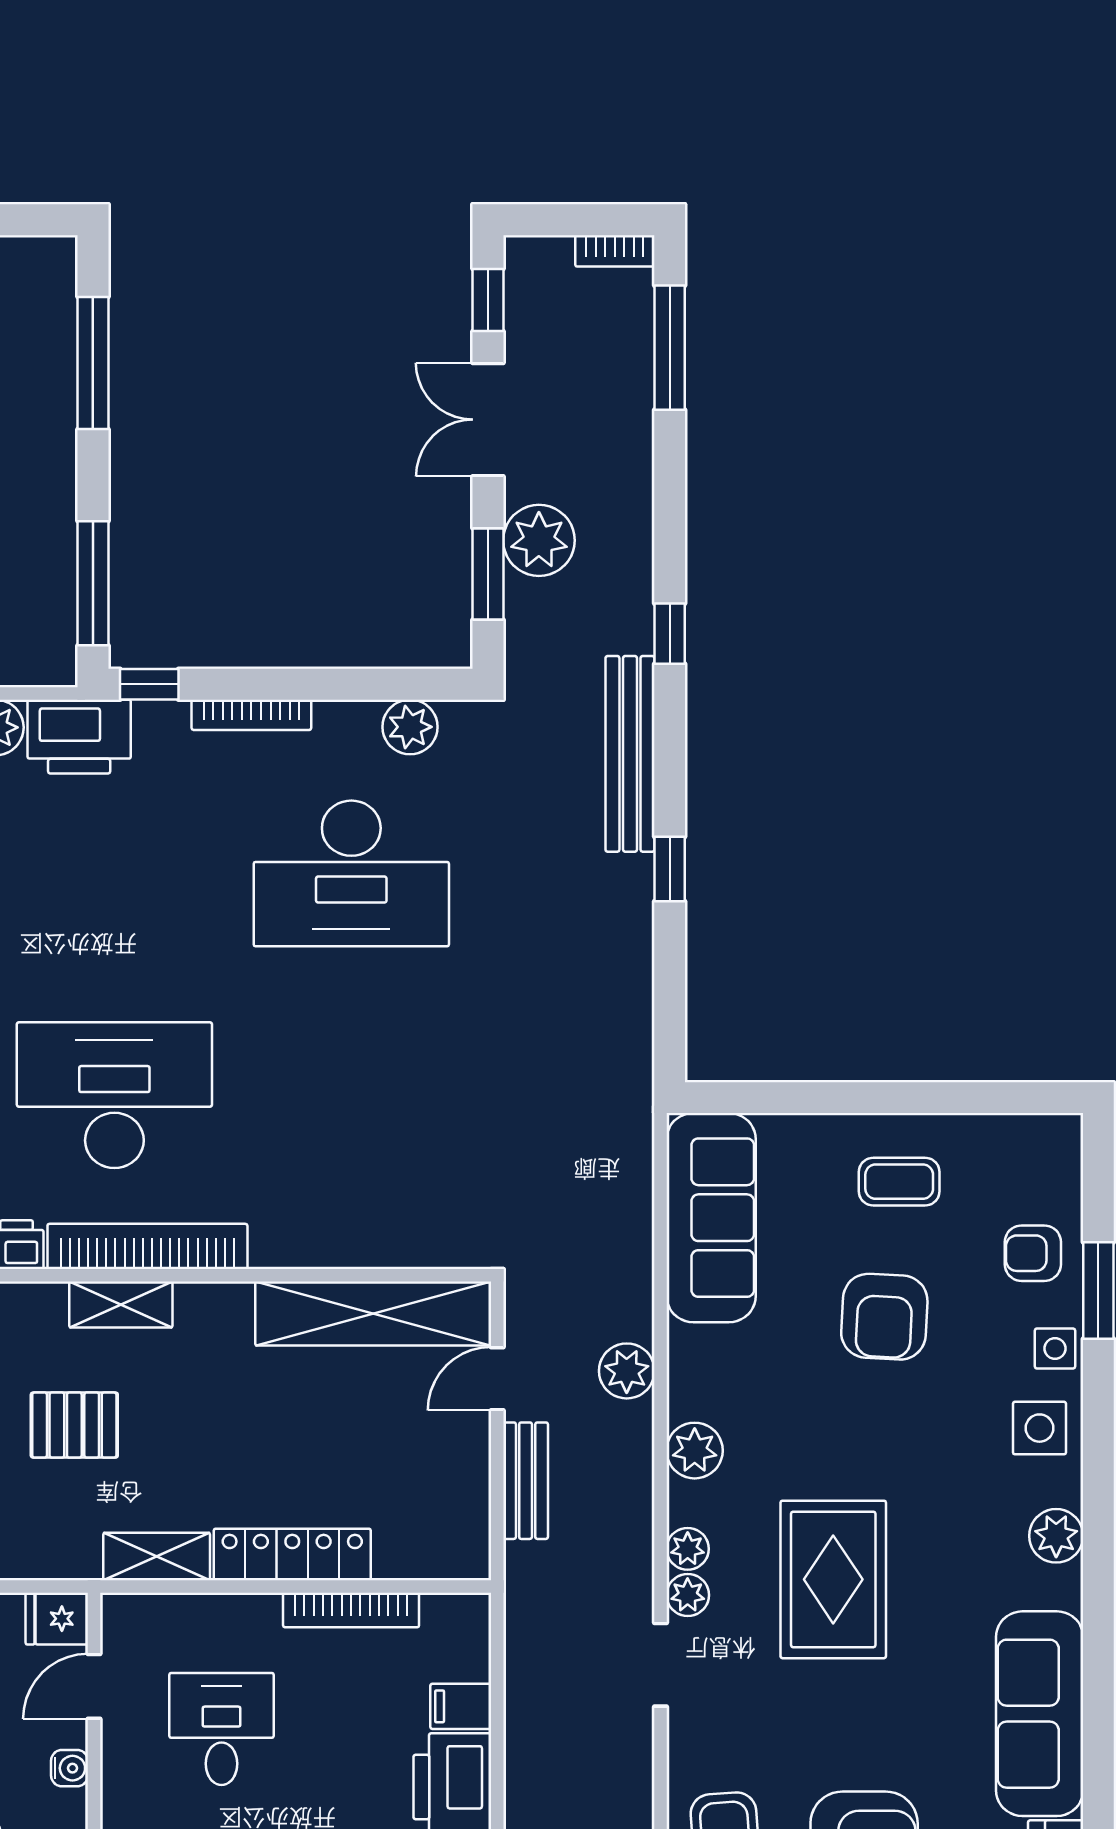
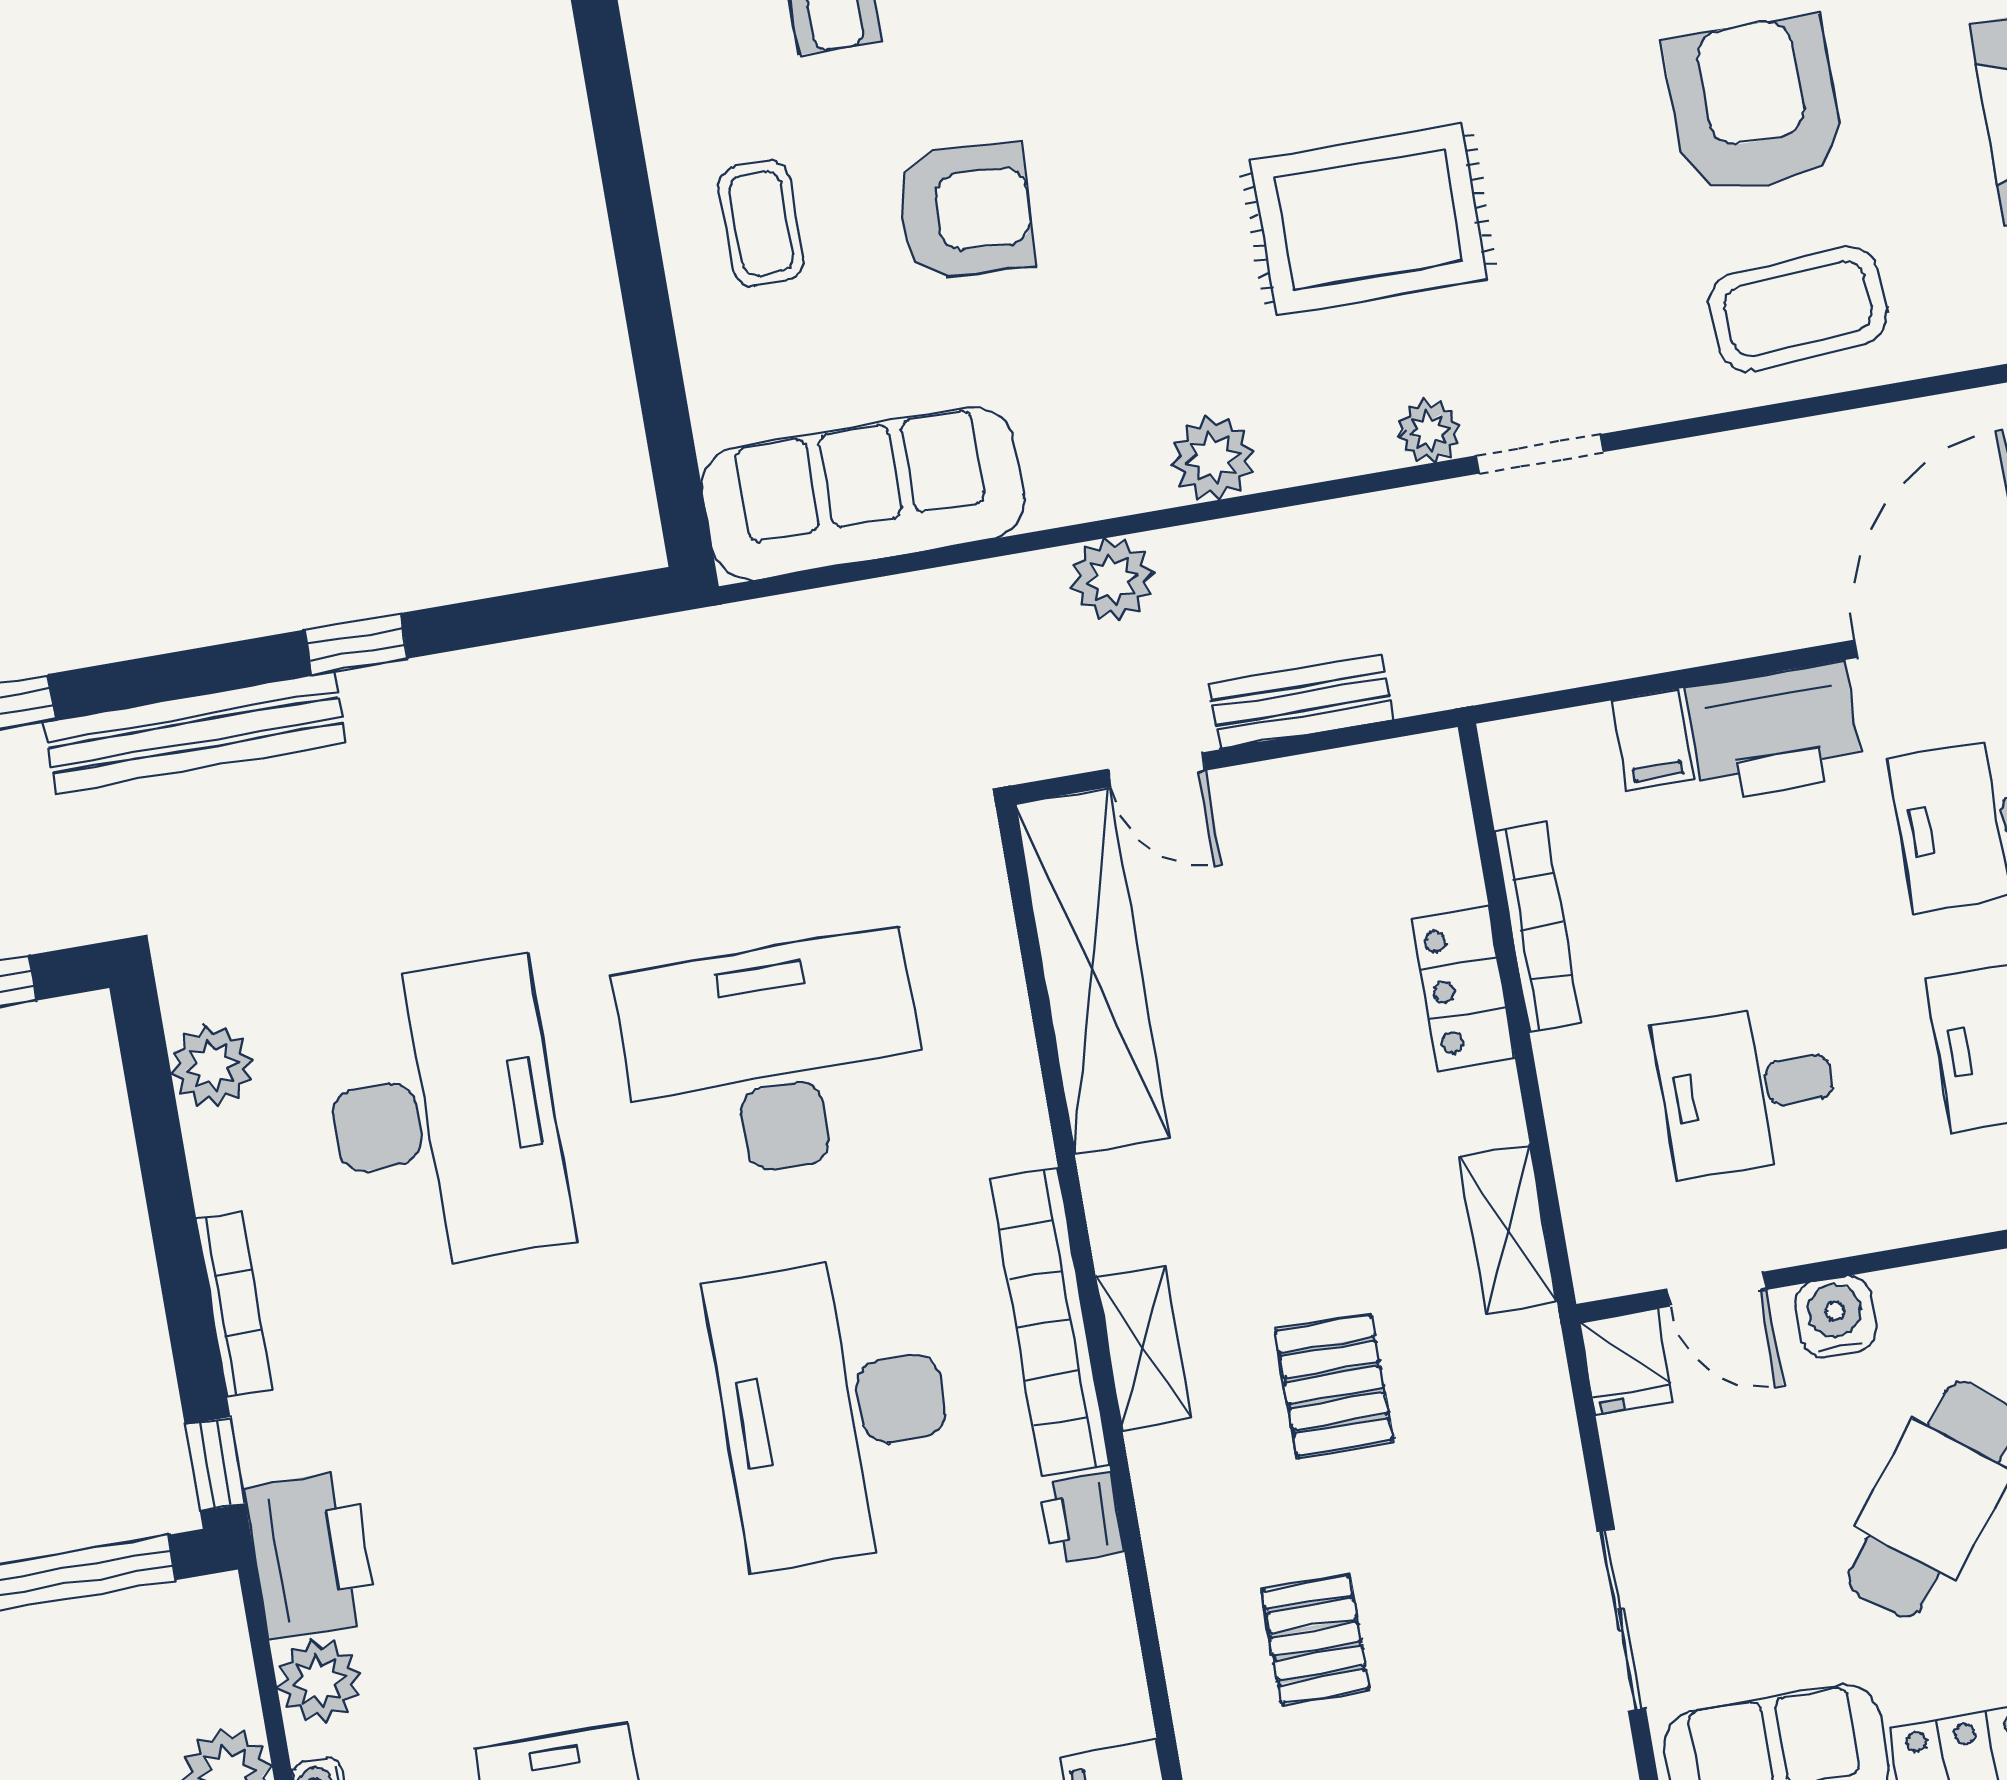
desk: (351, 1095) -> (773, 1059), added
plant: (688, 1549) -> (1360, 443), removed
locker: (292, 1554) -> (1463, 989), width x0.66
water cooler: (70, 1768) -> (1836, 1317), width x1.38, depth x1.38

